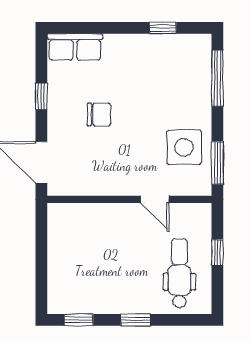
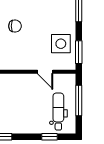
window: (217, 253) -> (79, 101), width x2.17
window: (135, 320) -> (49, 137), moved

